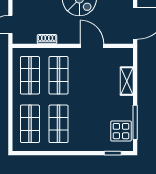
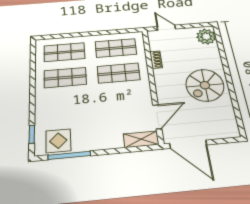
door: (92, 46) -> (157, 117), moved
shelving: (127, 81) -> (141, 139), moved

